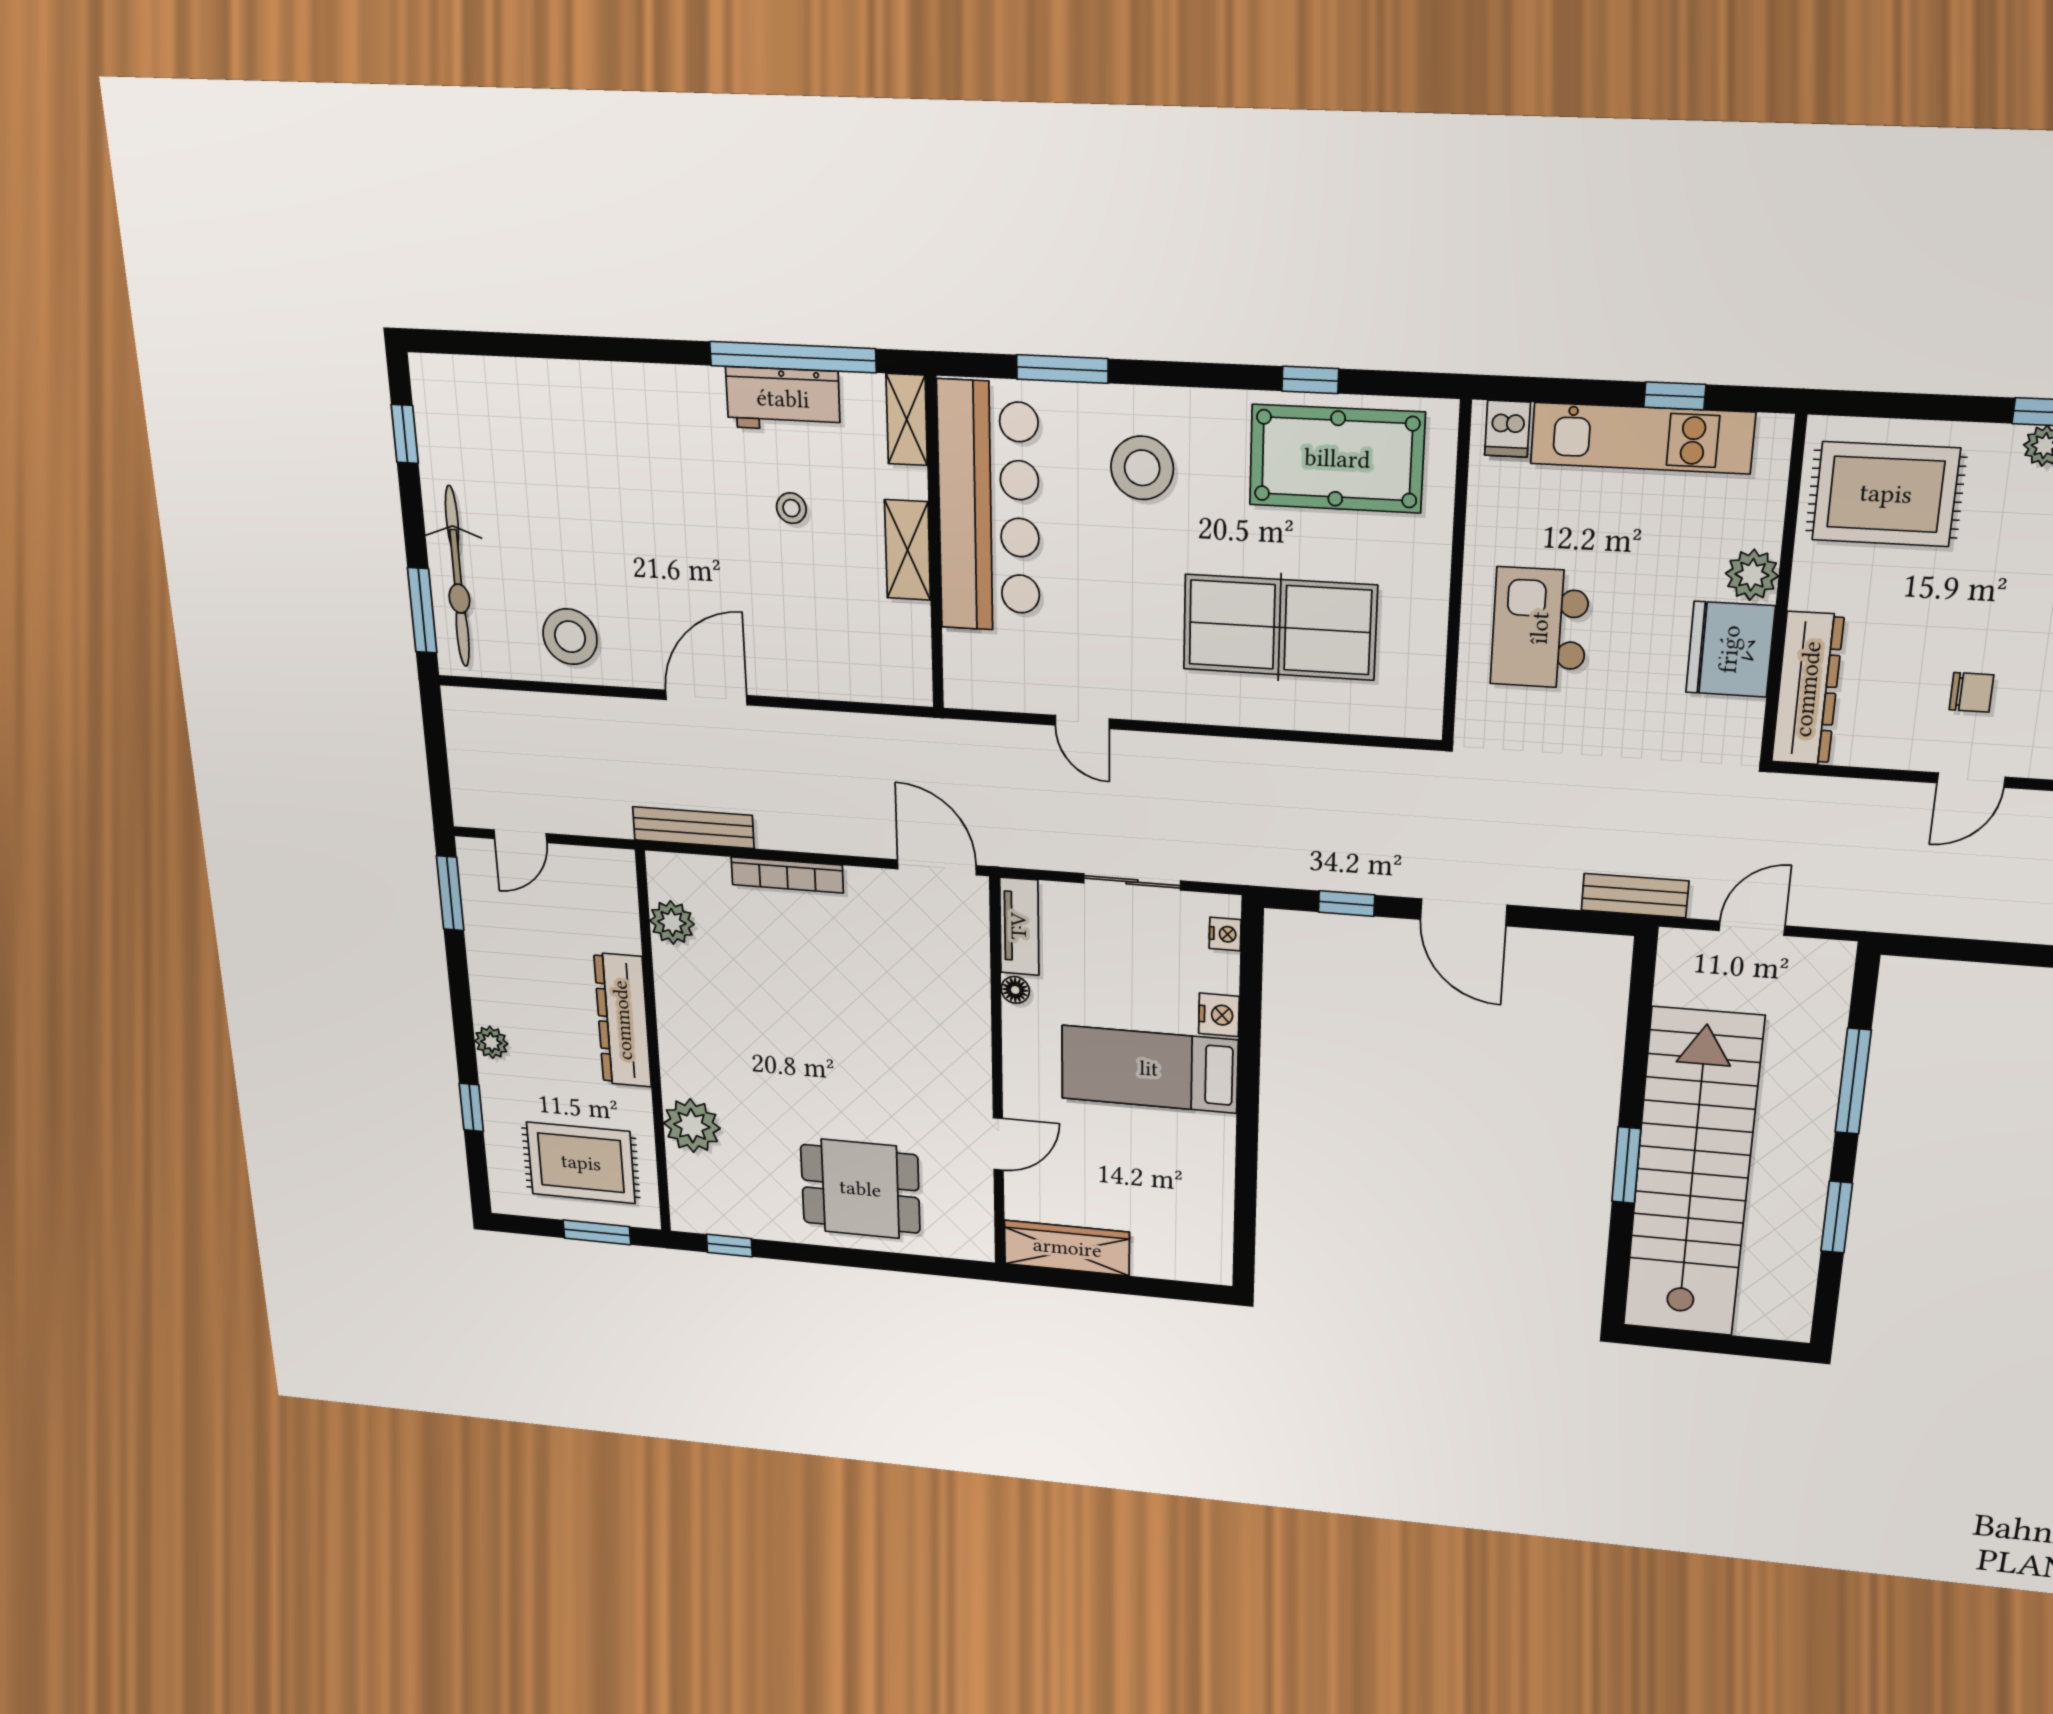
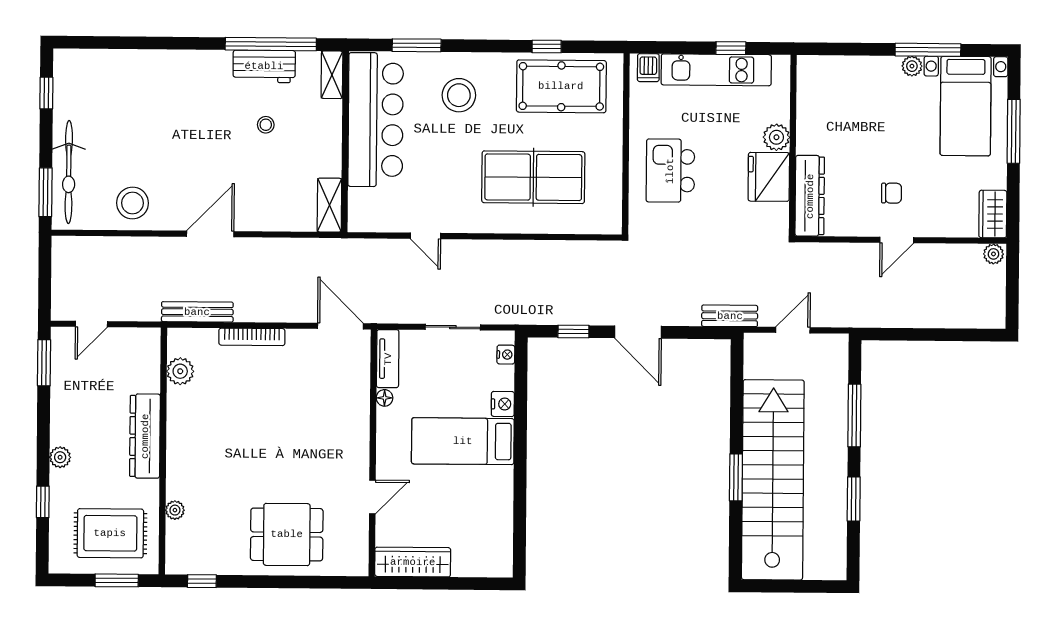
rug: (1886, 494) -> (838, 93), removed
shelving: (908, 550) -> (329, 205), moved
plant: (692, 1126) -> (175, 510), width x0.53, depth x0.53

